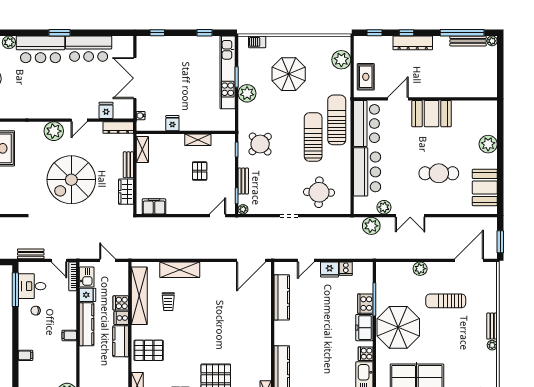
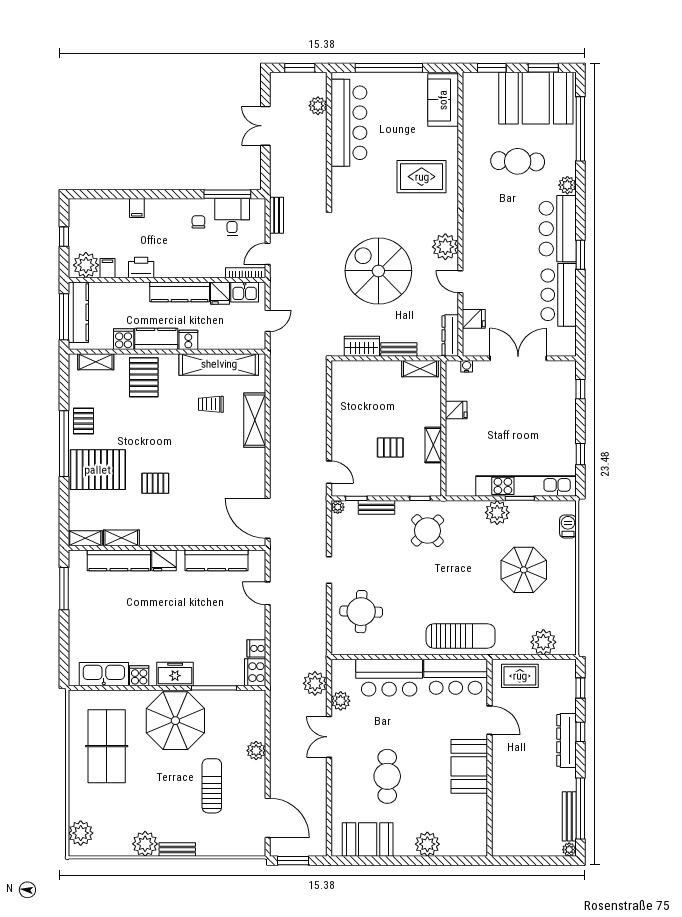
sun lounger: (313, 137) -> (437, 603), removed
filing cabinet: (154, 206) -> (342, 385), removed
fridge: (330, 269) -> (164, 560), moved, turned -90
cooker: (121, 303) -> (124, 339), moved
cooker: (365, 304) -> (255, 672), moved, turned -90
filing cabinet: (69, 335) -> (107, 268), moved
pallet: (226, 342) -> (155, 483), added
plant: (492, 345) -> (145, 844), width x1.87, depth x1.87
printer: (69, 352) -> (141, 268), added
shelving: (265, 367) -> (121, 538), added

